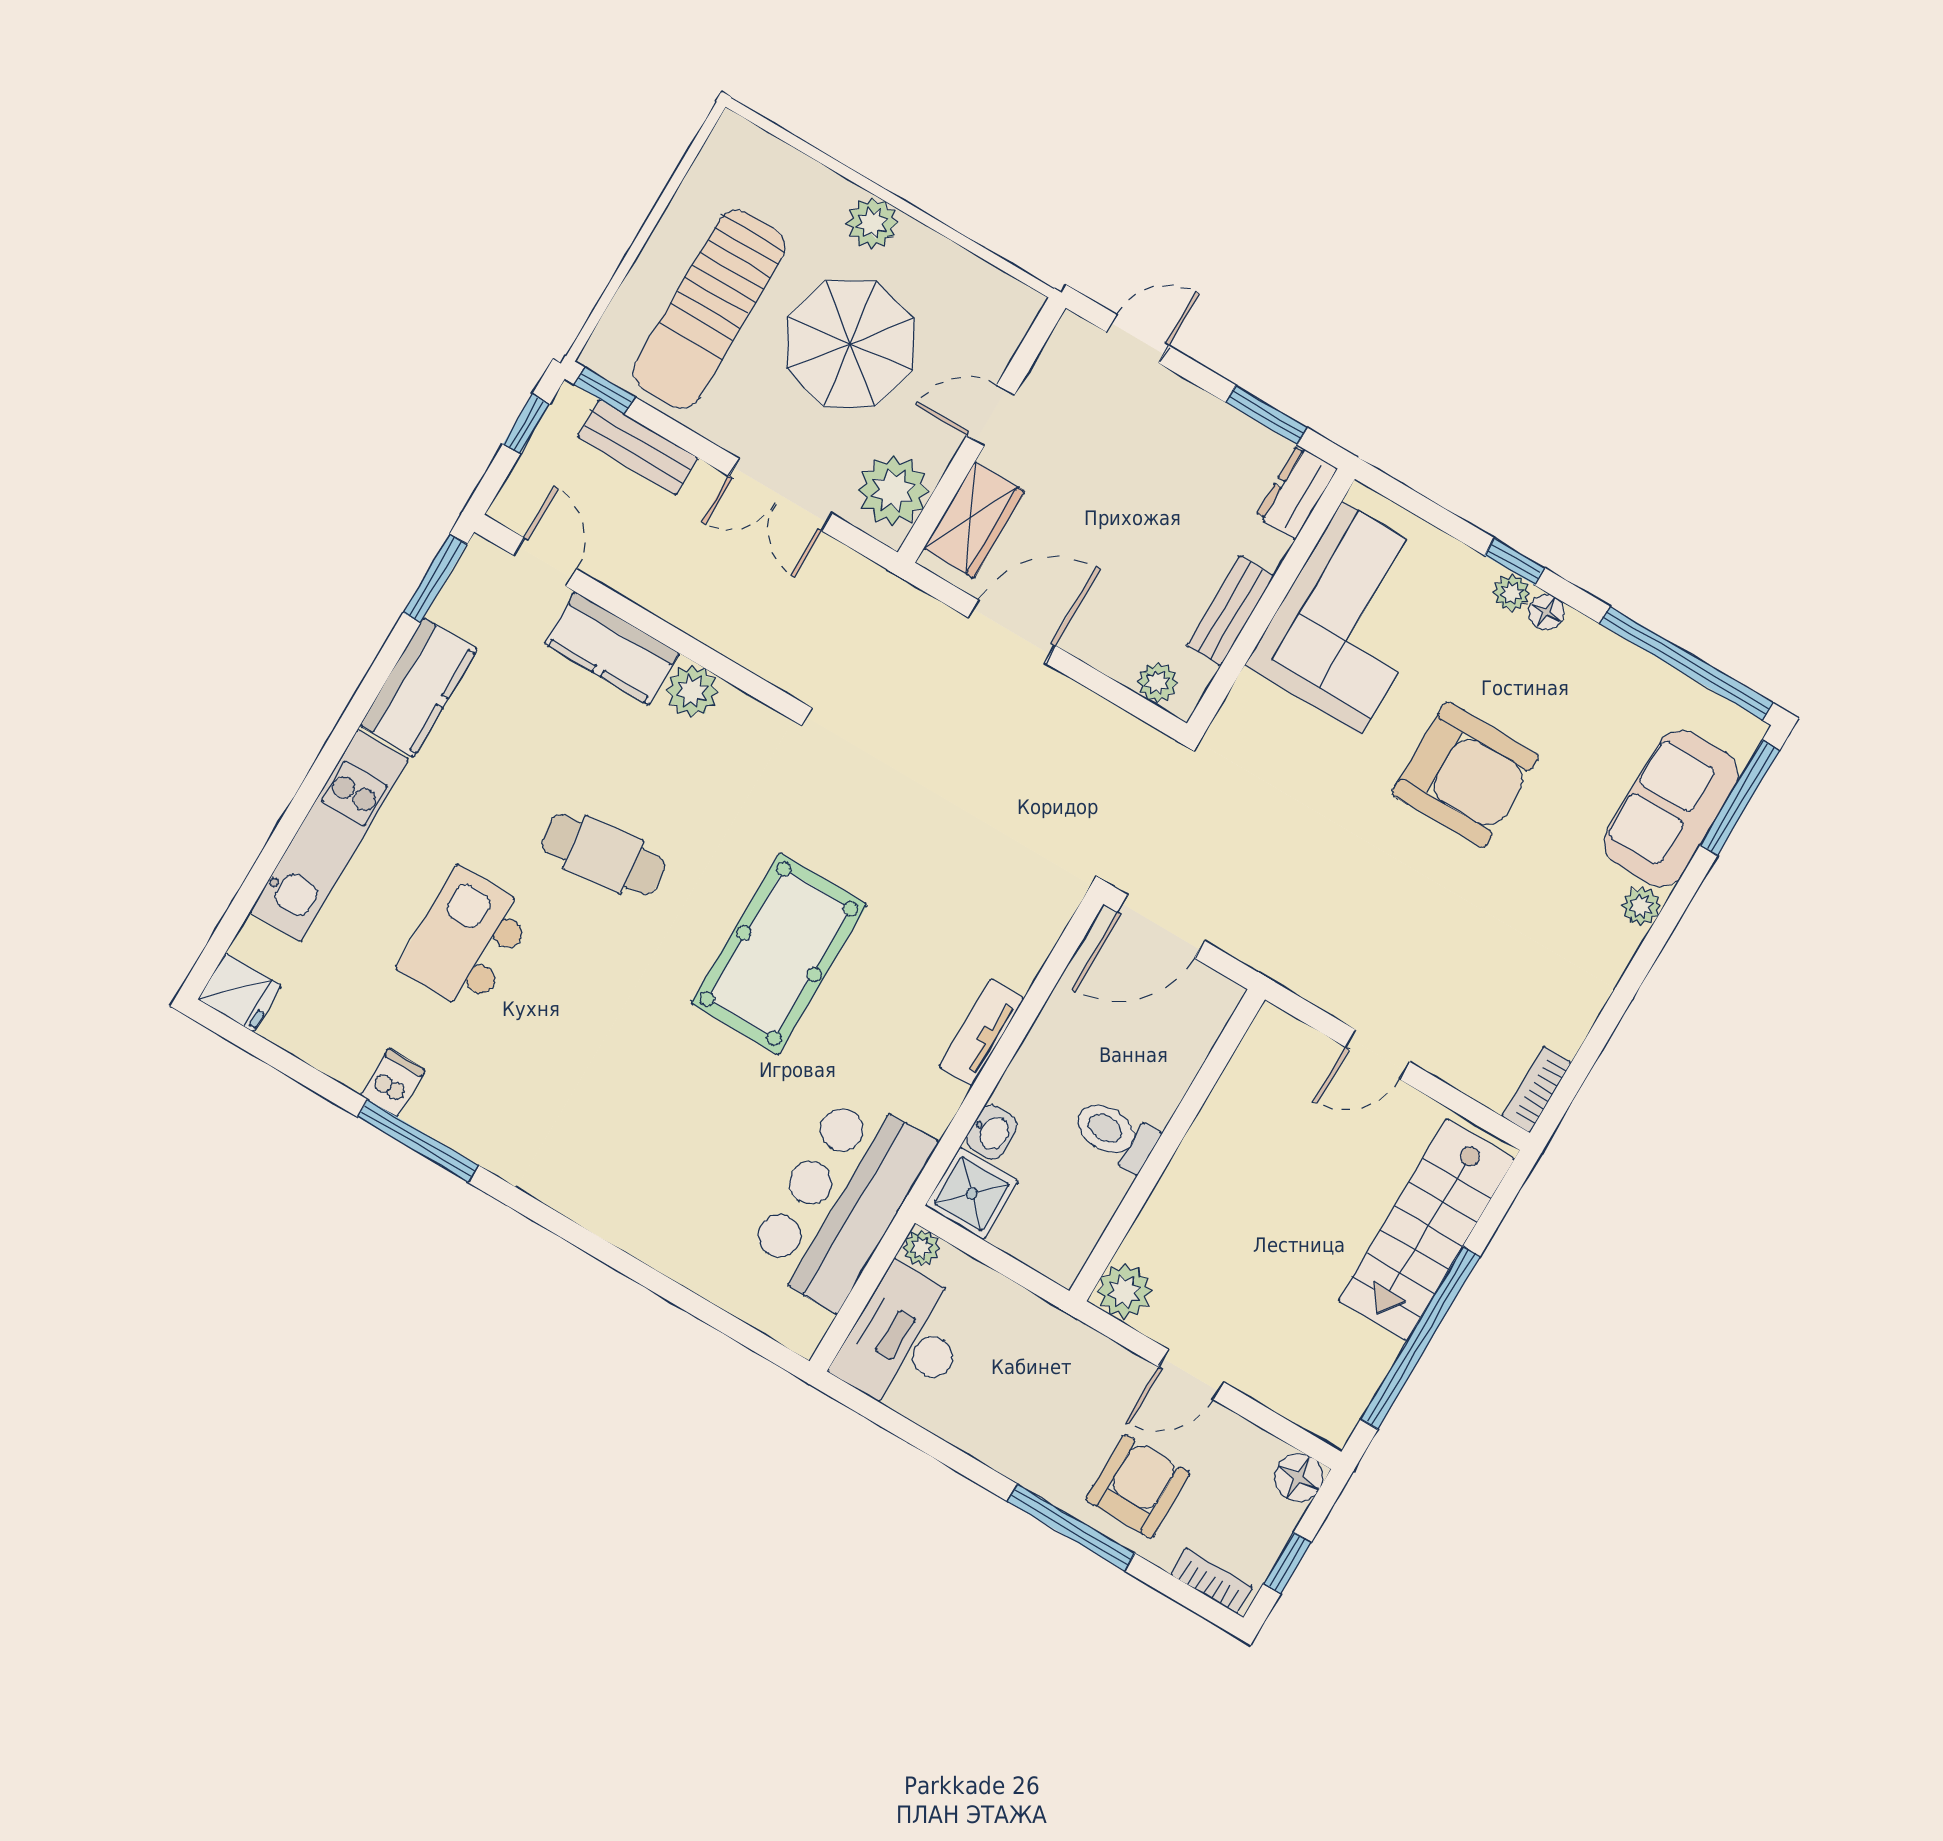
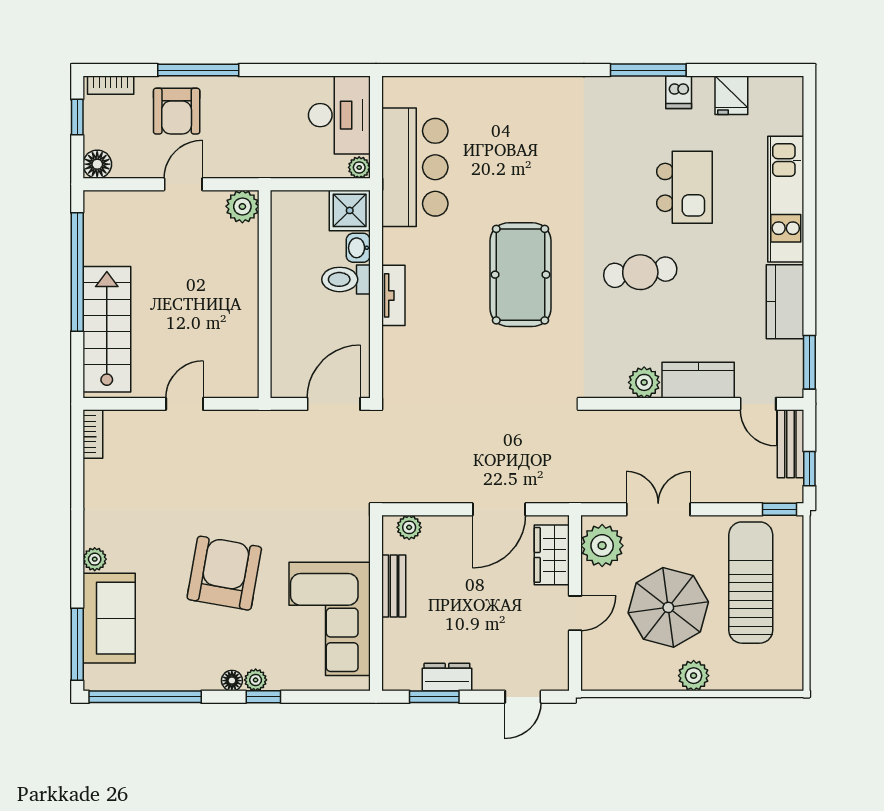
bench: (638, 447) -> (790, 444), moved, turned 90
dresser: (1296, 493) -> (447, 677), moved, turned -90
armchair: (1465, 775) -> (224, 573), turned 100
fridge: (240, 992) -> (731, 95), moved, turned -90
toilet: (1115, 1134) -> (346, 279), moved, turned 180

